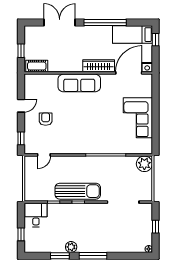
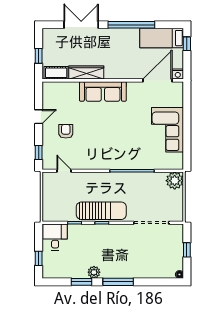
wardrobe: (99, 66) -> (86, 72), moved
door: (44, 155) -> (64, 171), swing flipped

